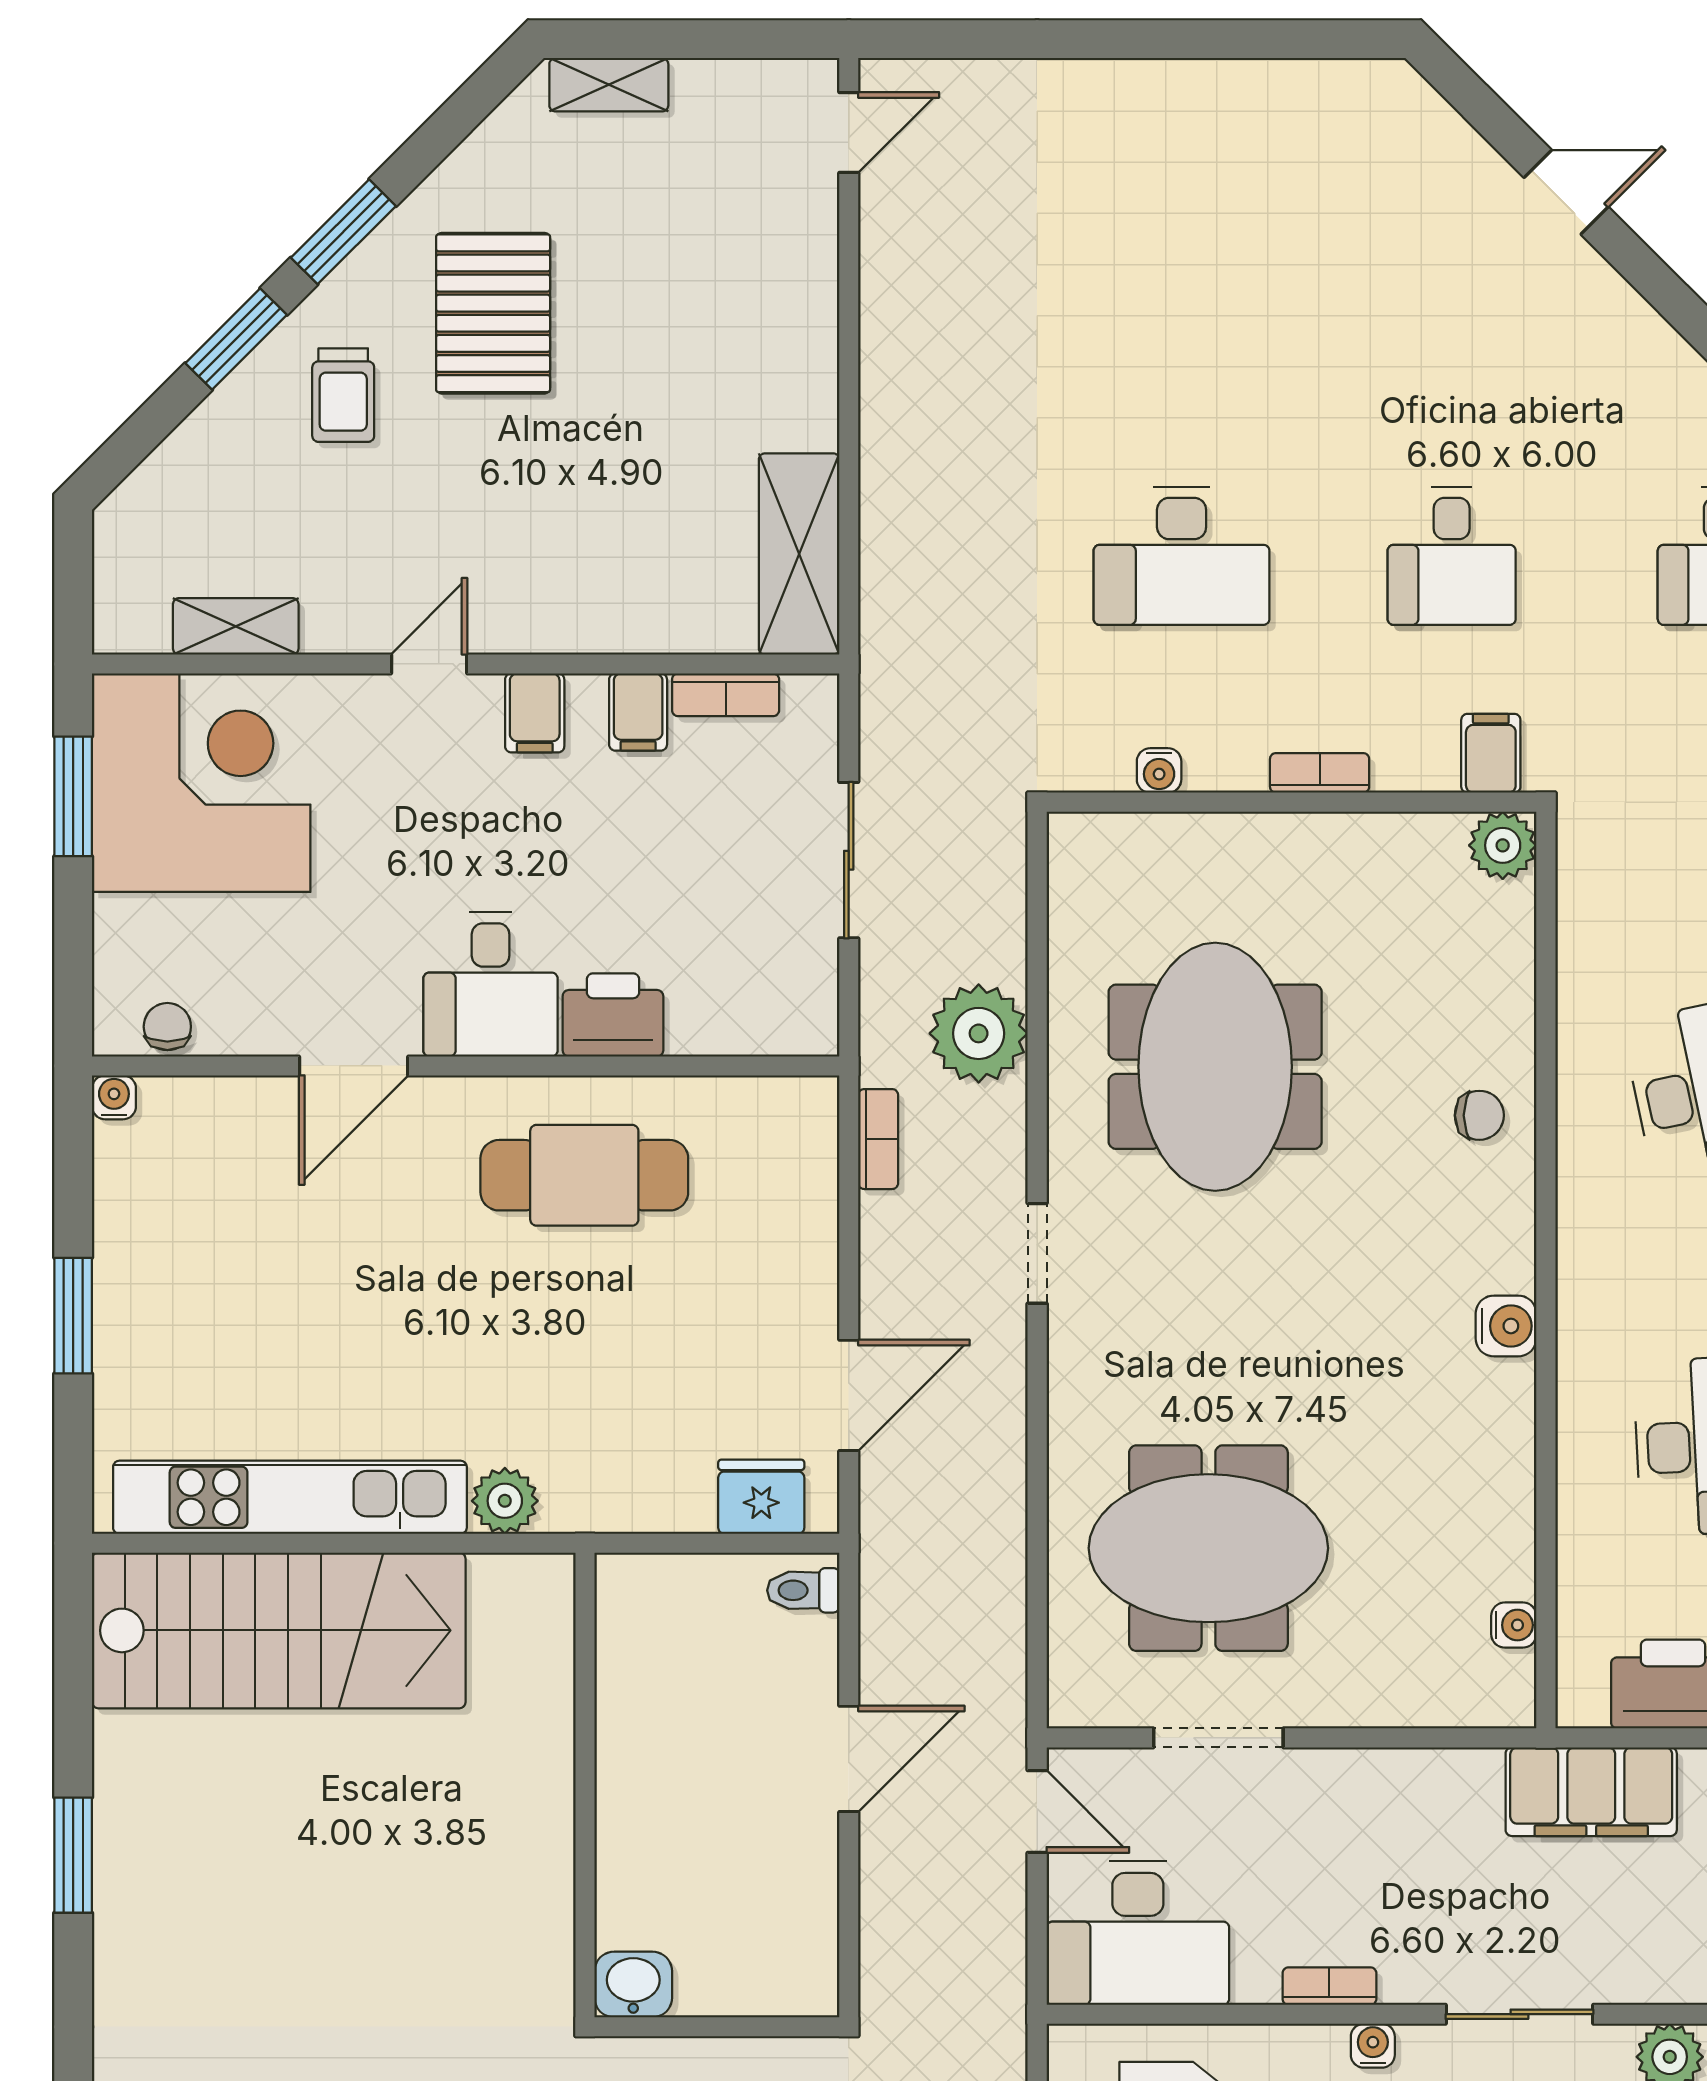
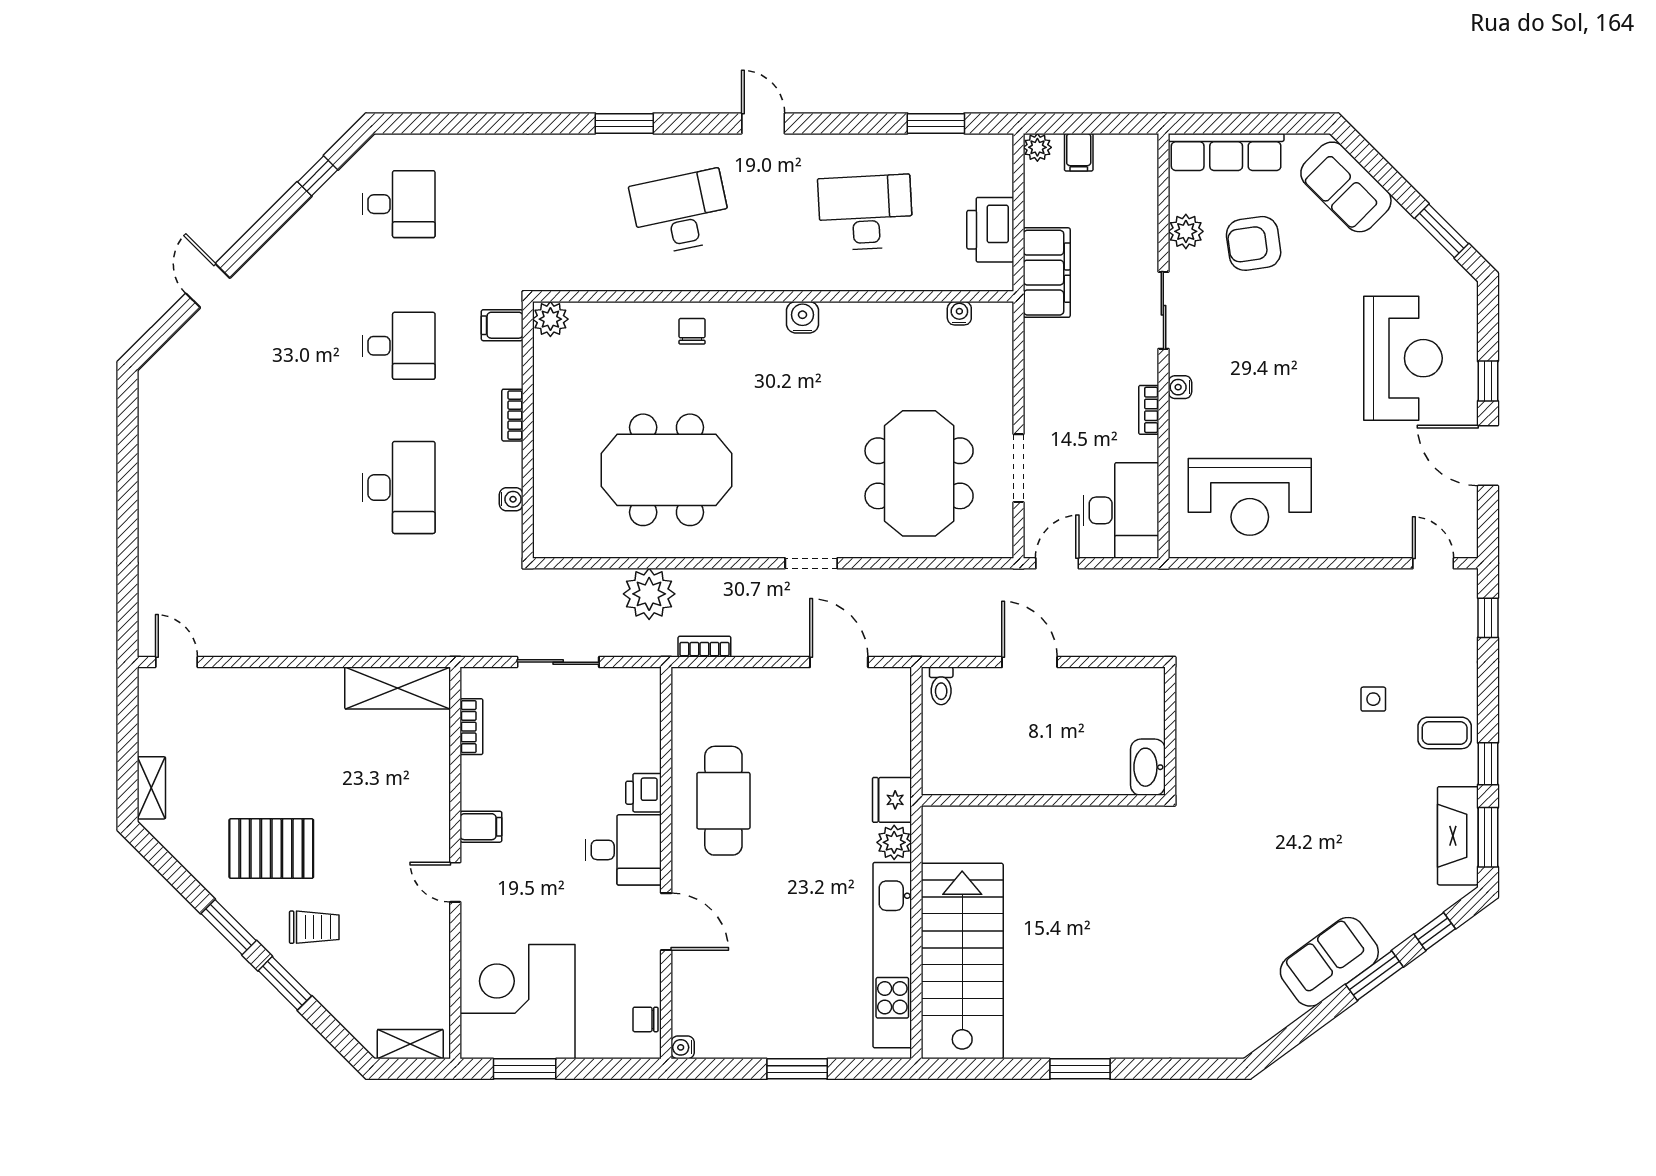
shelving: (236, 626) -> (410, 1044), moved, turned 90
filing cabinet: (638, 712) -> (480, 773), removed
printer: (613, 1015) -> (644, 793), width x0.73, depth x0.81
doorway: (1037, 1253) -> (811, 563), moved
fridge: (761, 1497) -> (892, 800), moved
washbasin: (633, 1984) -> (1148, 767), width x1.38

